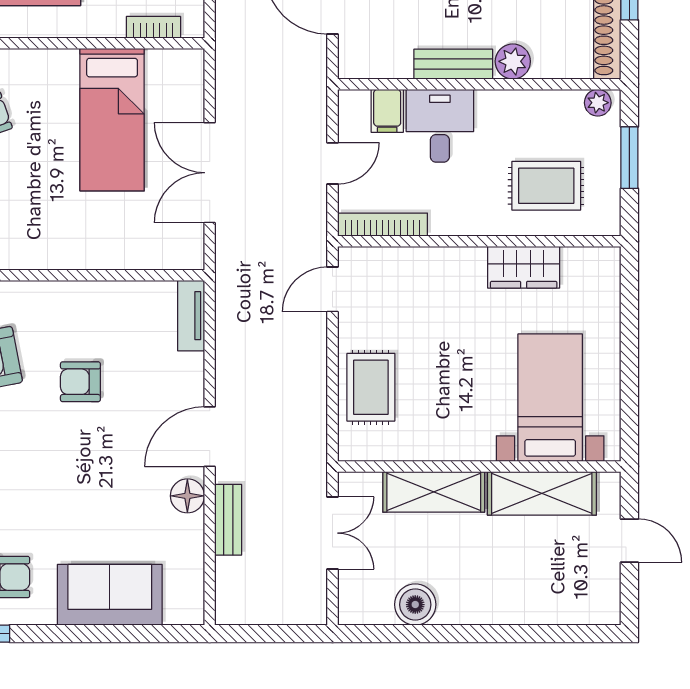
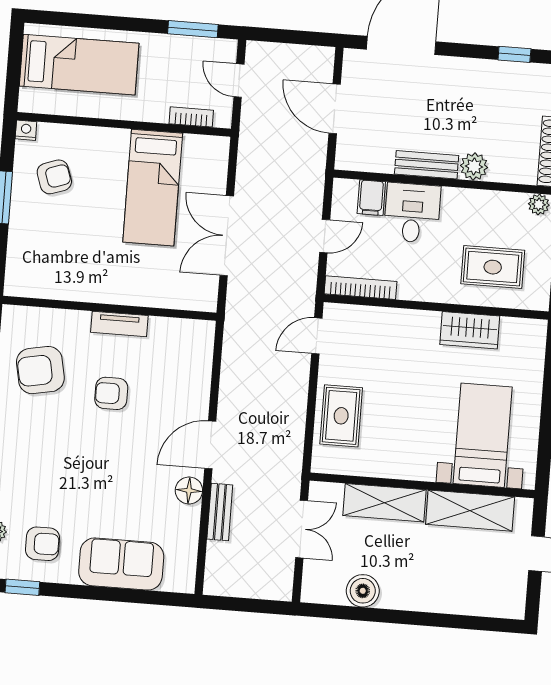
tv unit: (191, 316) -> (119, 324), moved, turned -90

